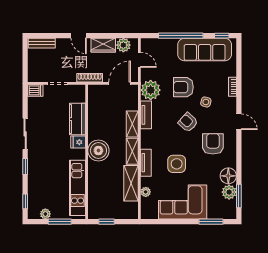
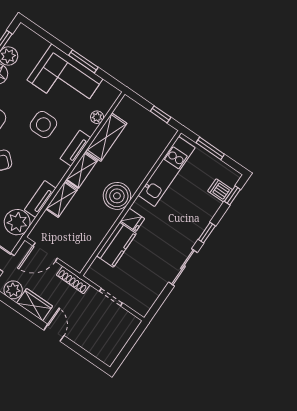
bench: (42, 43) -> (99, 352), removed
dishwasher: (35, 90) -> (220, 190), moved
plant: (45, 214) -> (220, 167), removed
window: (211, 222) -> (83, 61), moved

